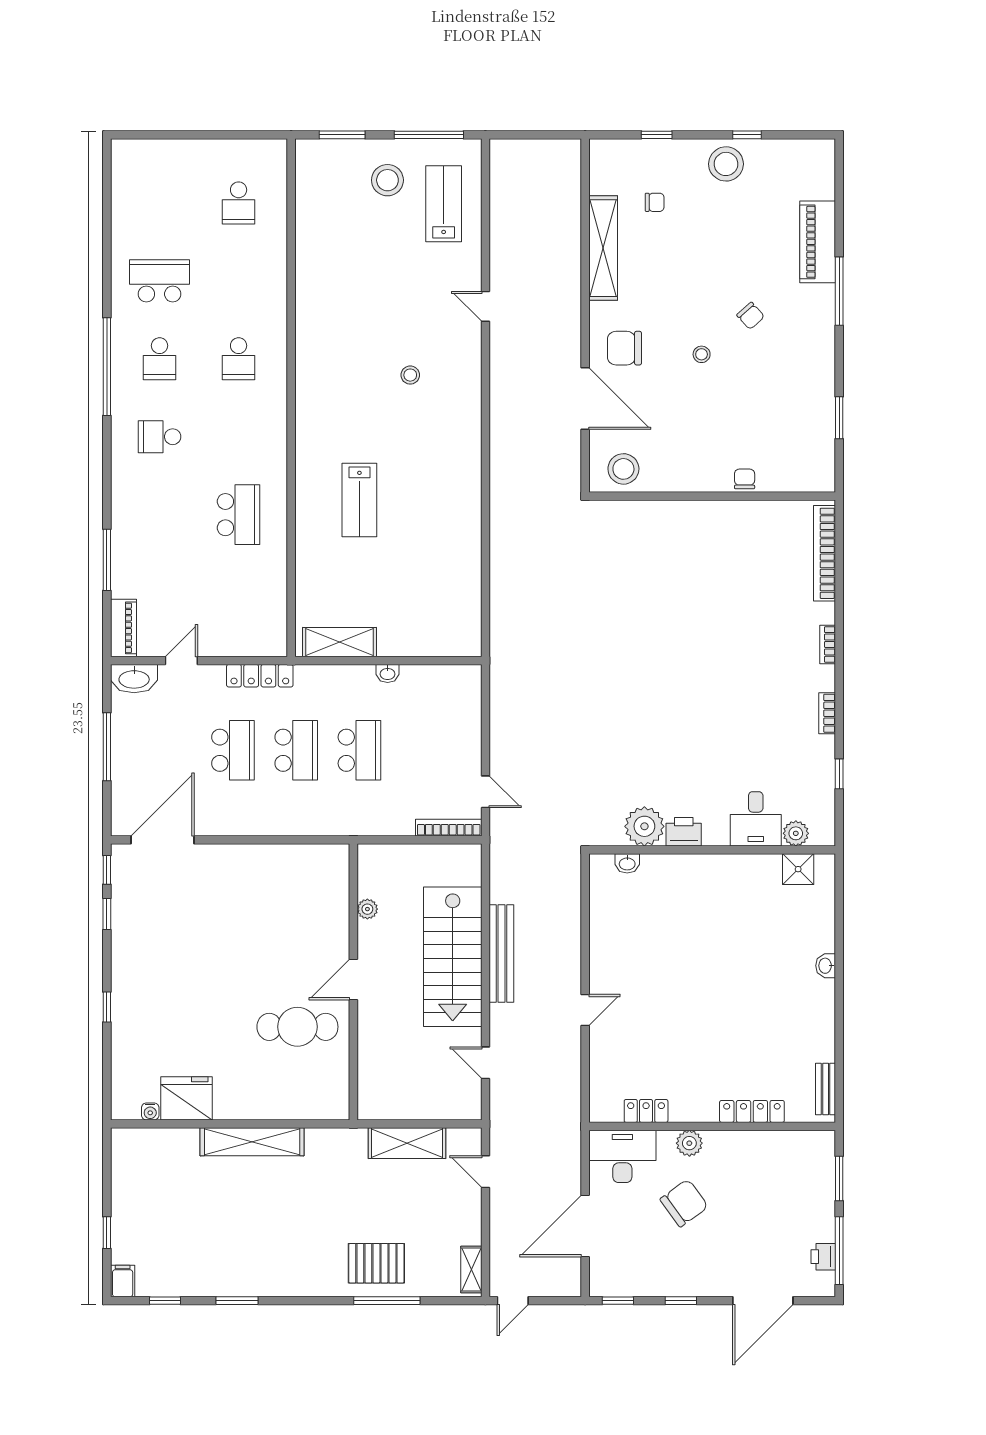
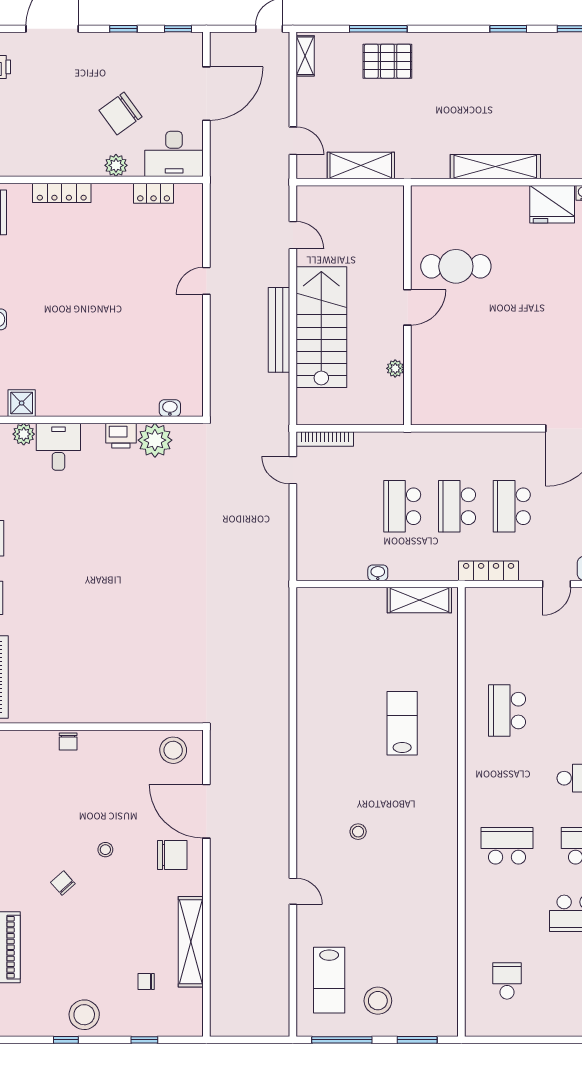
school desk: (239, 359) -> (507, 846), width x1.85

